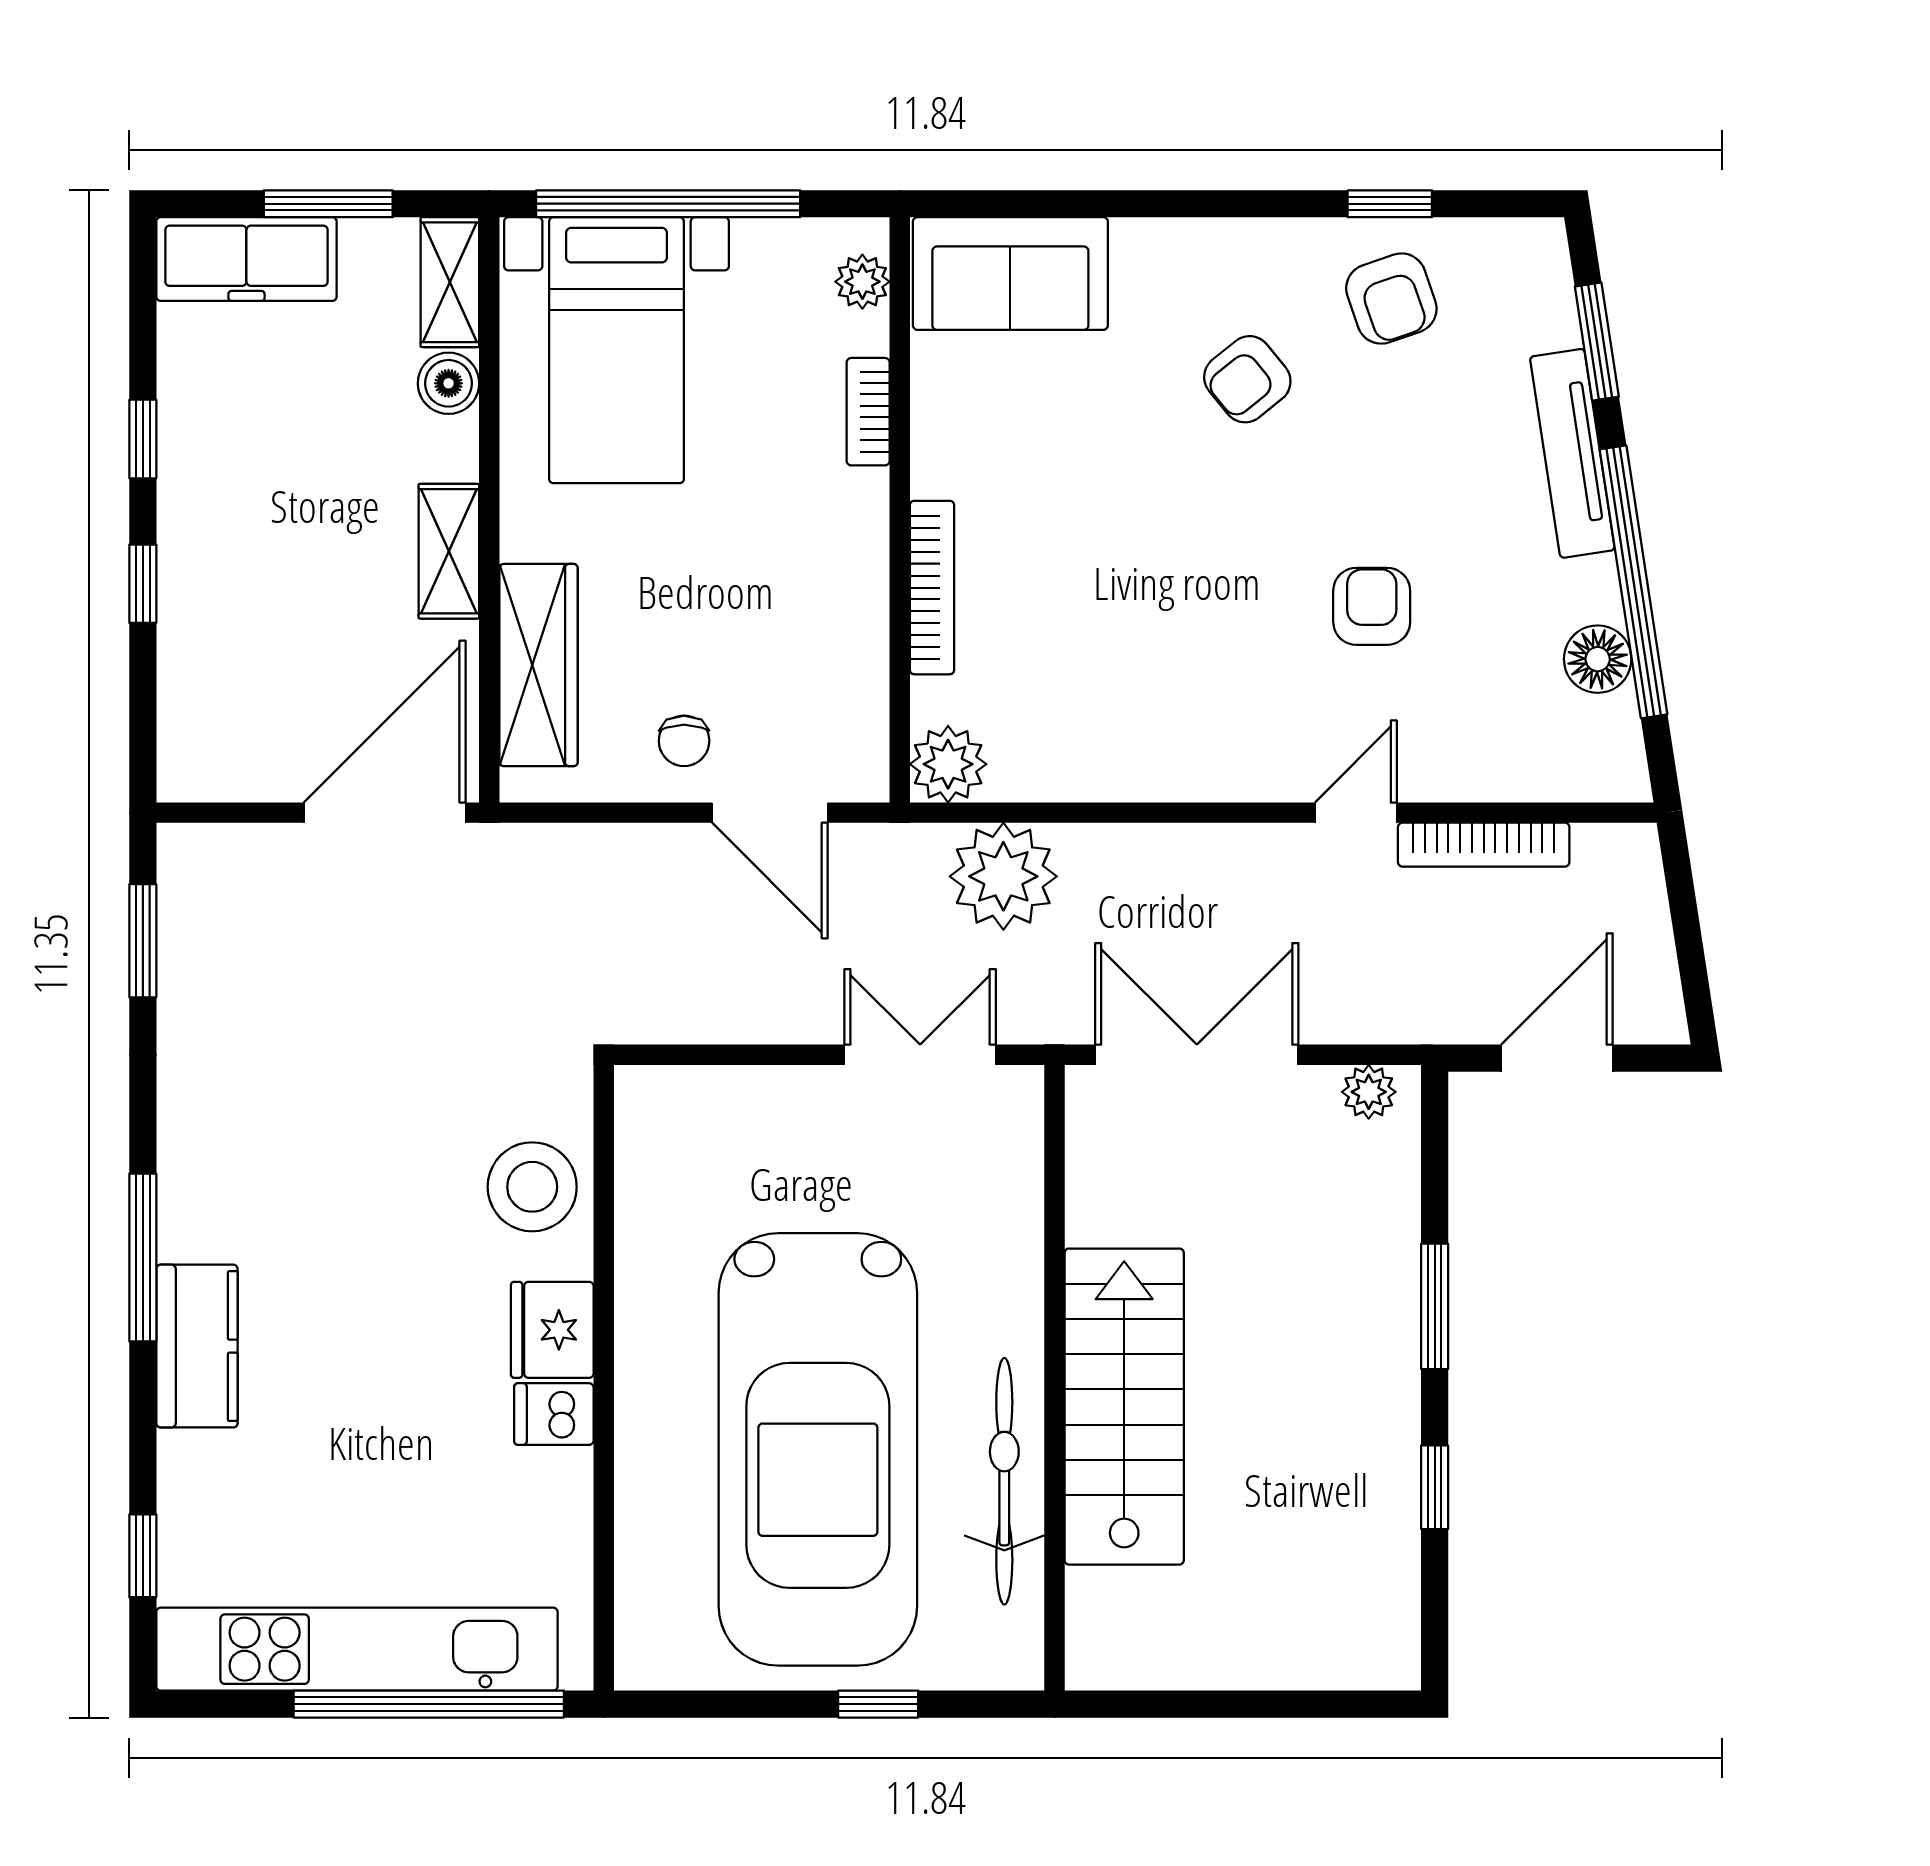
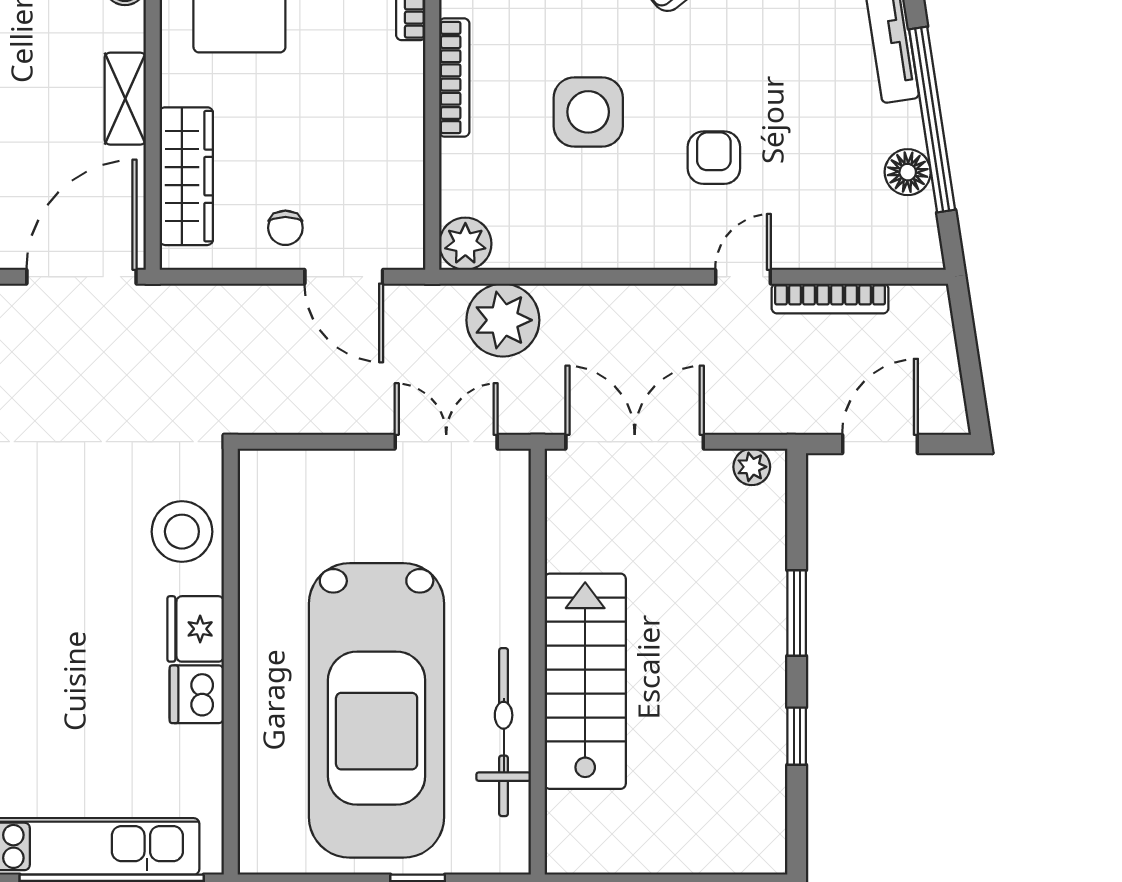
side table: (1129, 571) -> (588, 112), added
bookcase: (932, 588) -> (454, 78), moved
armchair: (1372, 606) -> (714, 158), moved
dishwasher: (554, 1414) -> (197, 694), width x1.38

